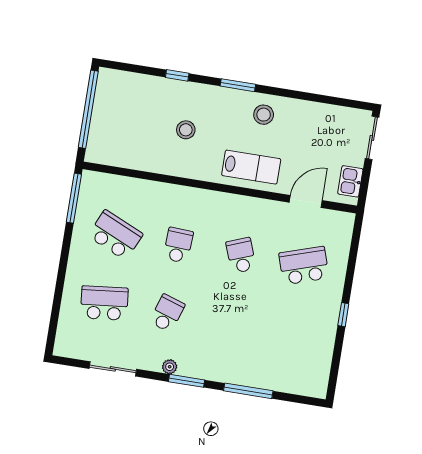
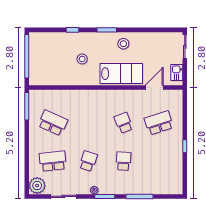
lab bench: (251, 167) -> (121, 74), width x1.36, depth x1.39
school desk: (178, 245) -> (123, 161), moved
plant: (69, 342) -> (37, 186), added

